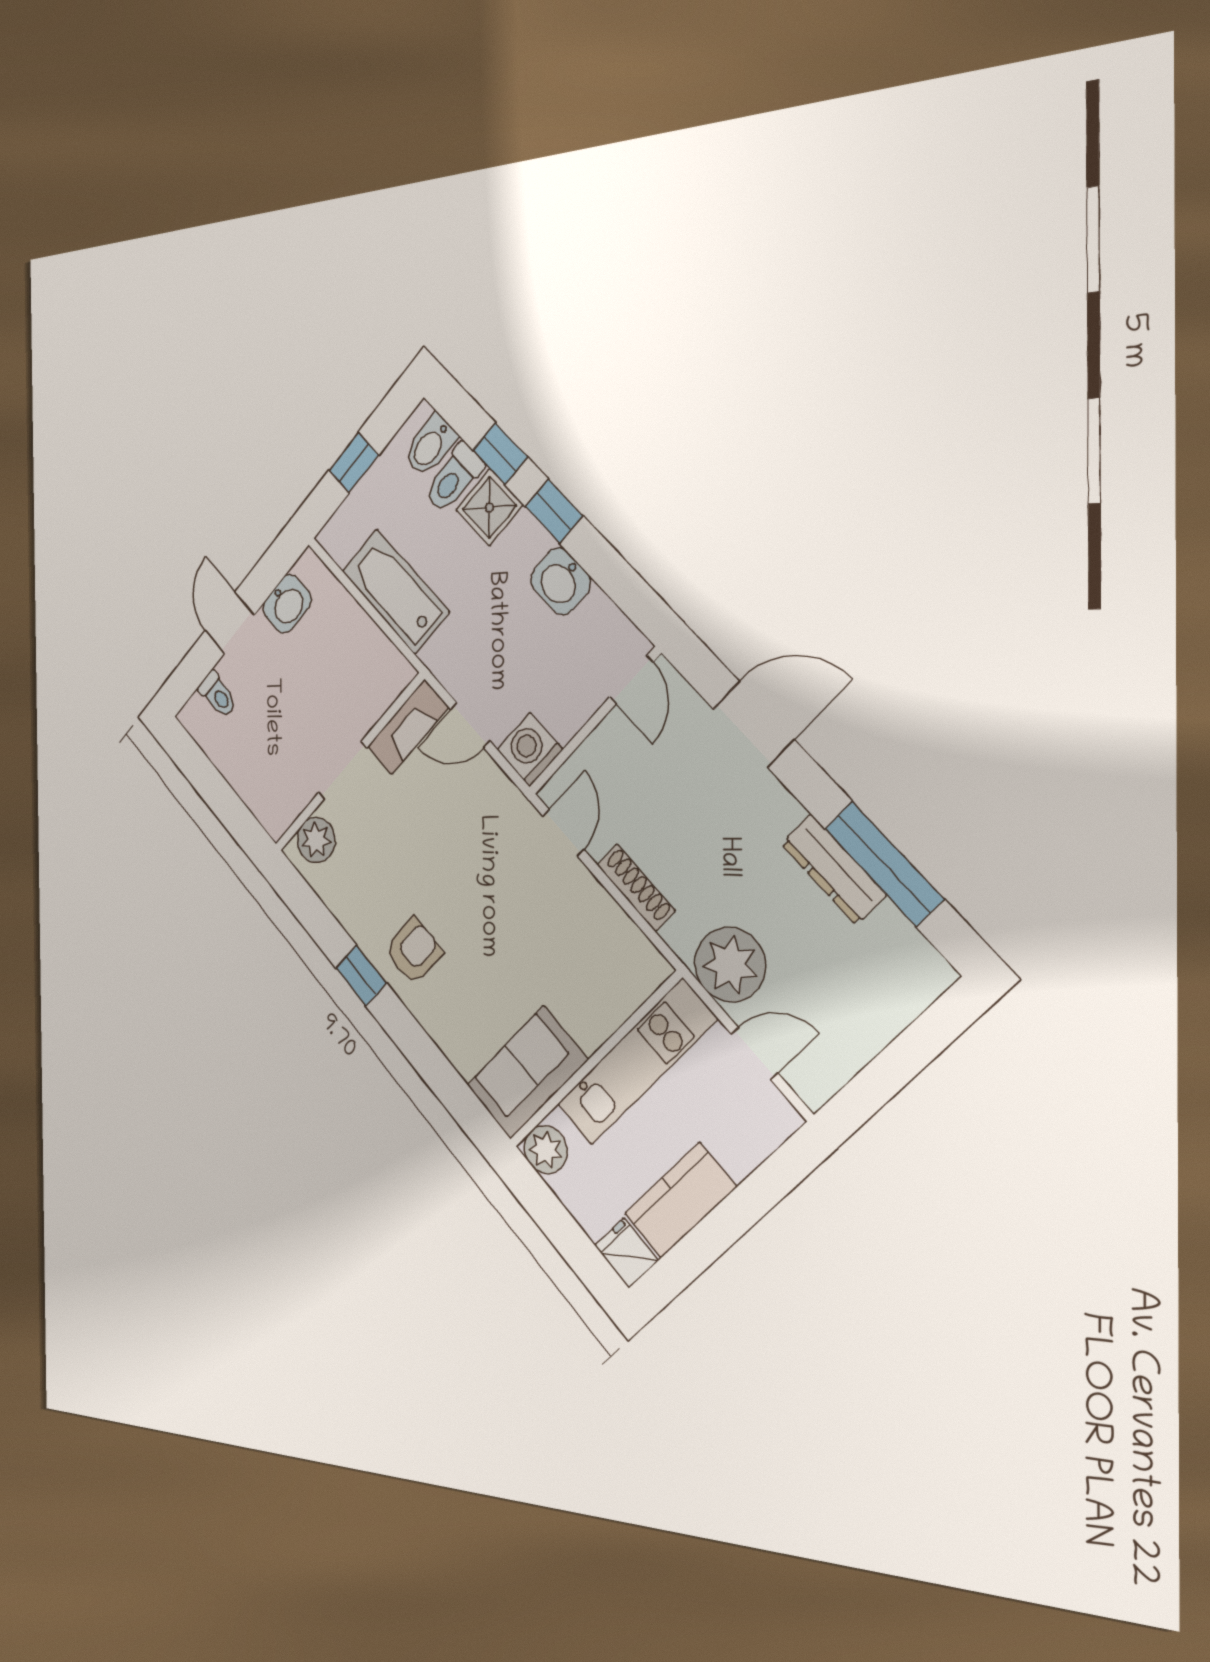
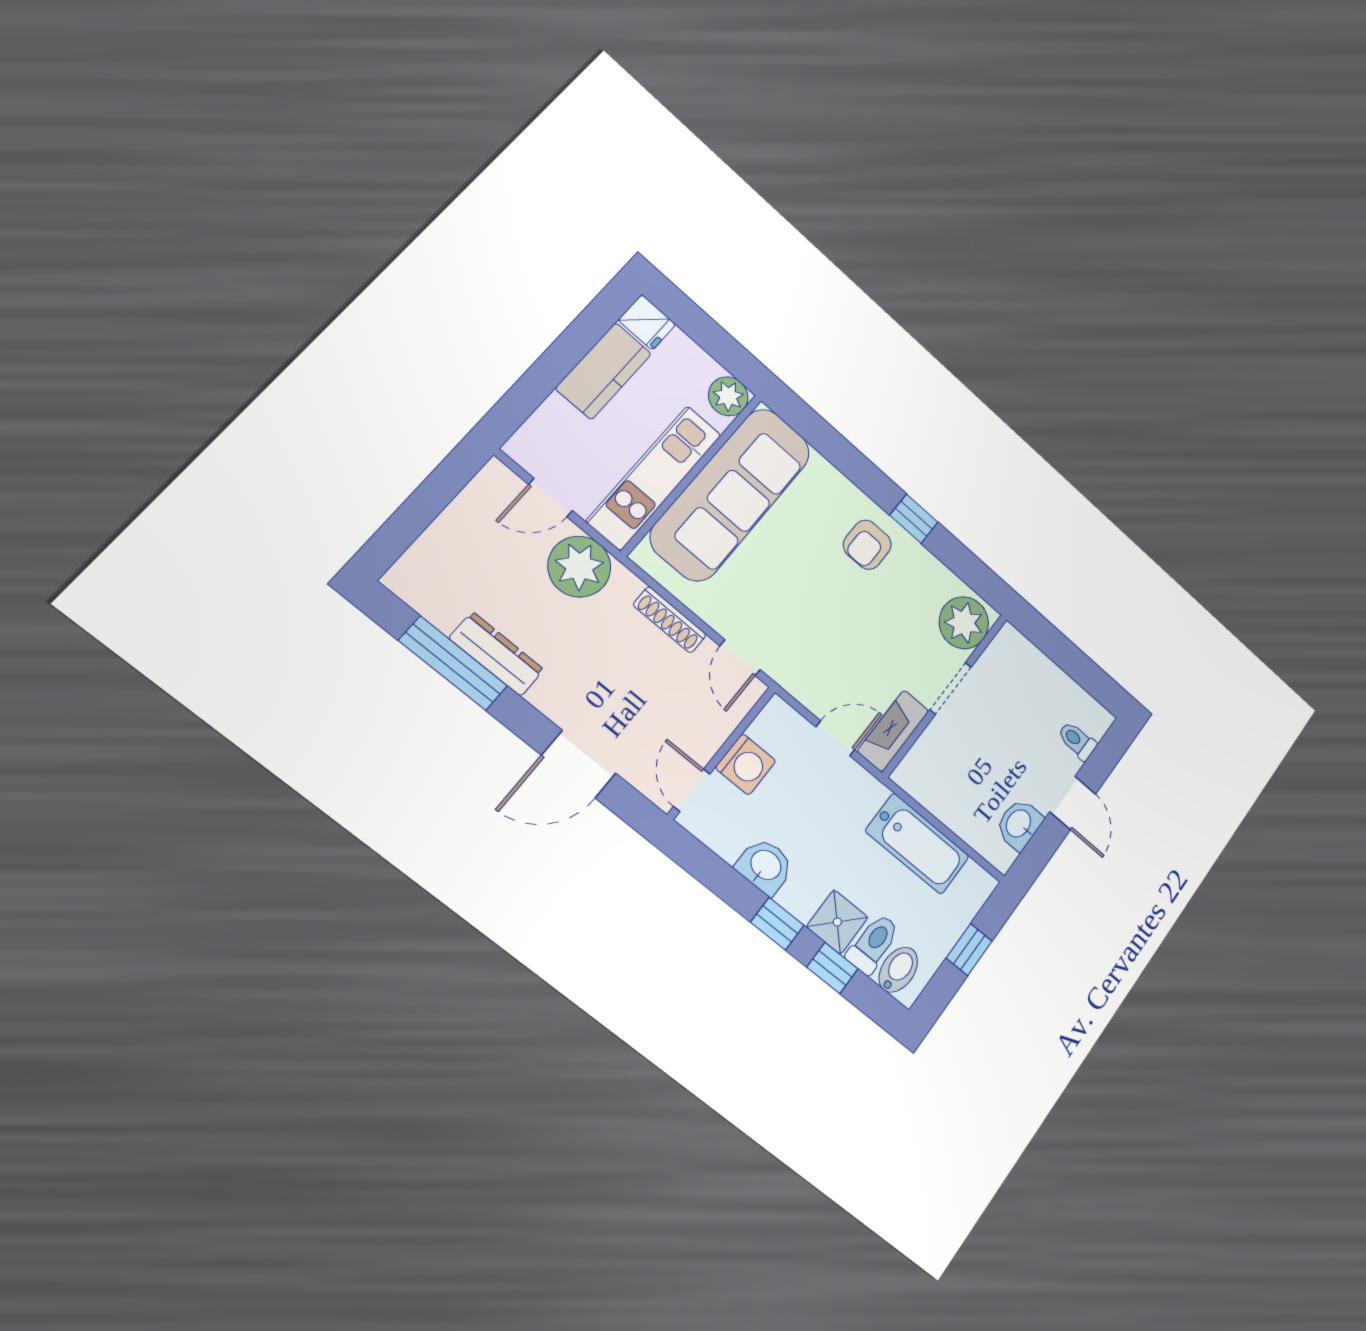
washing machine: (530, 750) -> (746, 764), moved
plant: (316, 840) -> (964, 623), width x1.36, depth x1.36
sofa: (527, 1072) -> (731, 494), width x1.85, depth x1.27

